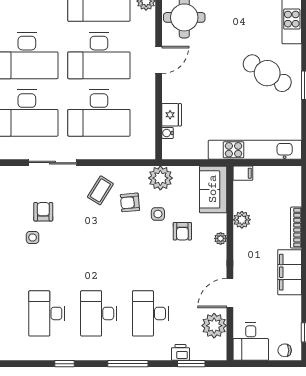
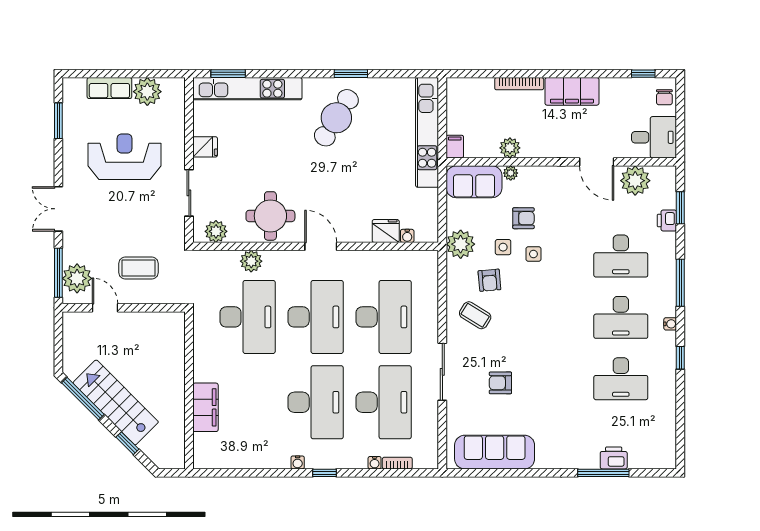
side table: (33, 237) -> (533, 254), moved
plant: (221, 238) -> (511, 173), moved
water cooler: (93, 355) -> (670, 324), added

